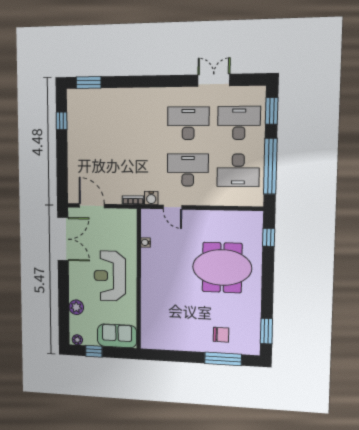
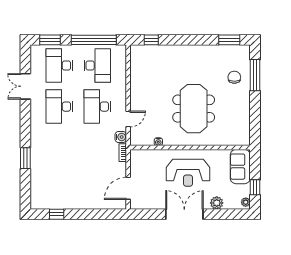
window: (89, 83) -> (25, 158), moved
double door: (63, 239) -> (184, 214), moved
meeting table: (222, 268) -> (194, 109), moved

